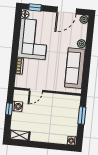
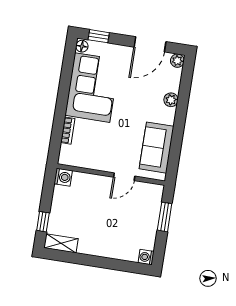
sofa: (75, 68) -> (157, 148), width x0.73
door: (36, 90) -> (124, 177), moved
washing machine: (17, 106) -> (63, 177), moved
window: (9, 109) -> (43, 222), moved

